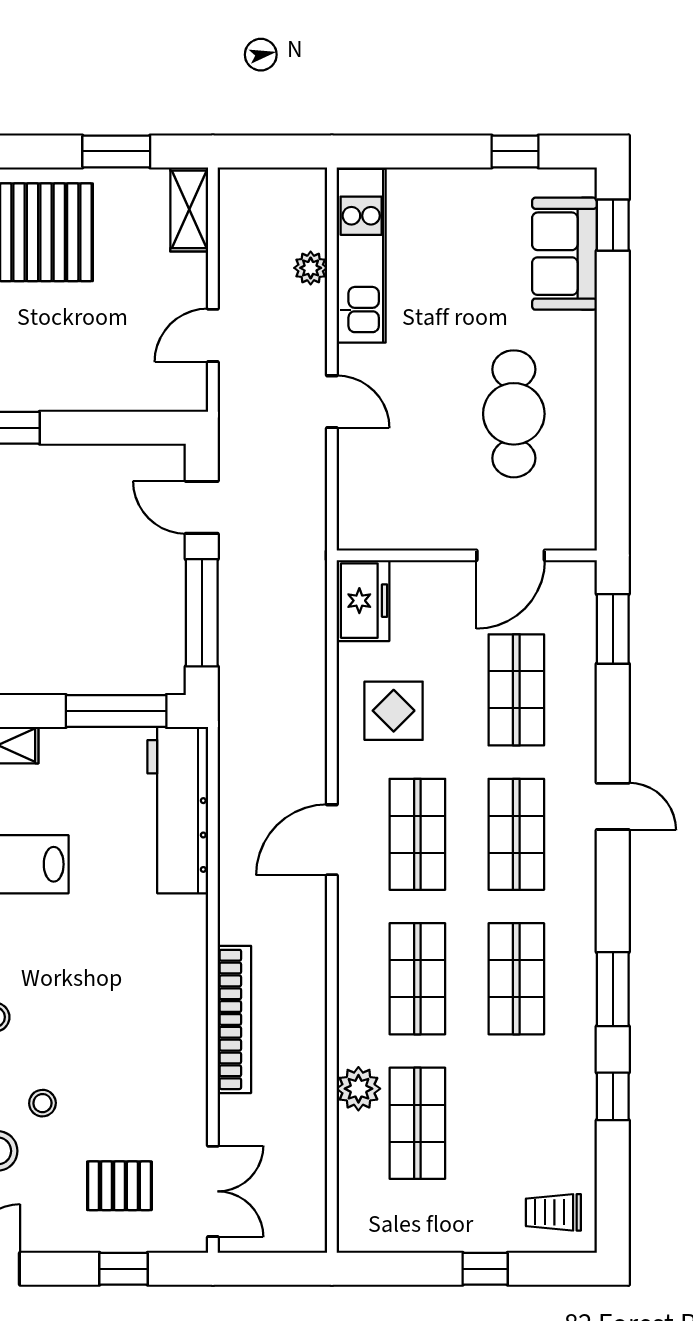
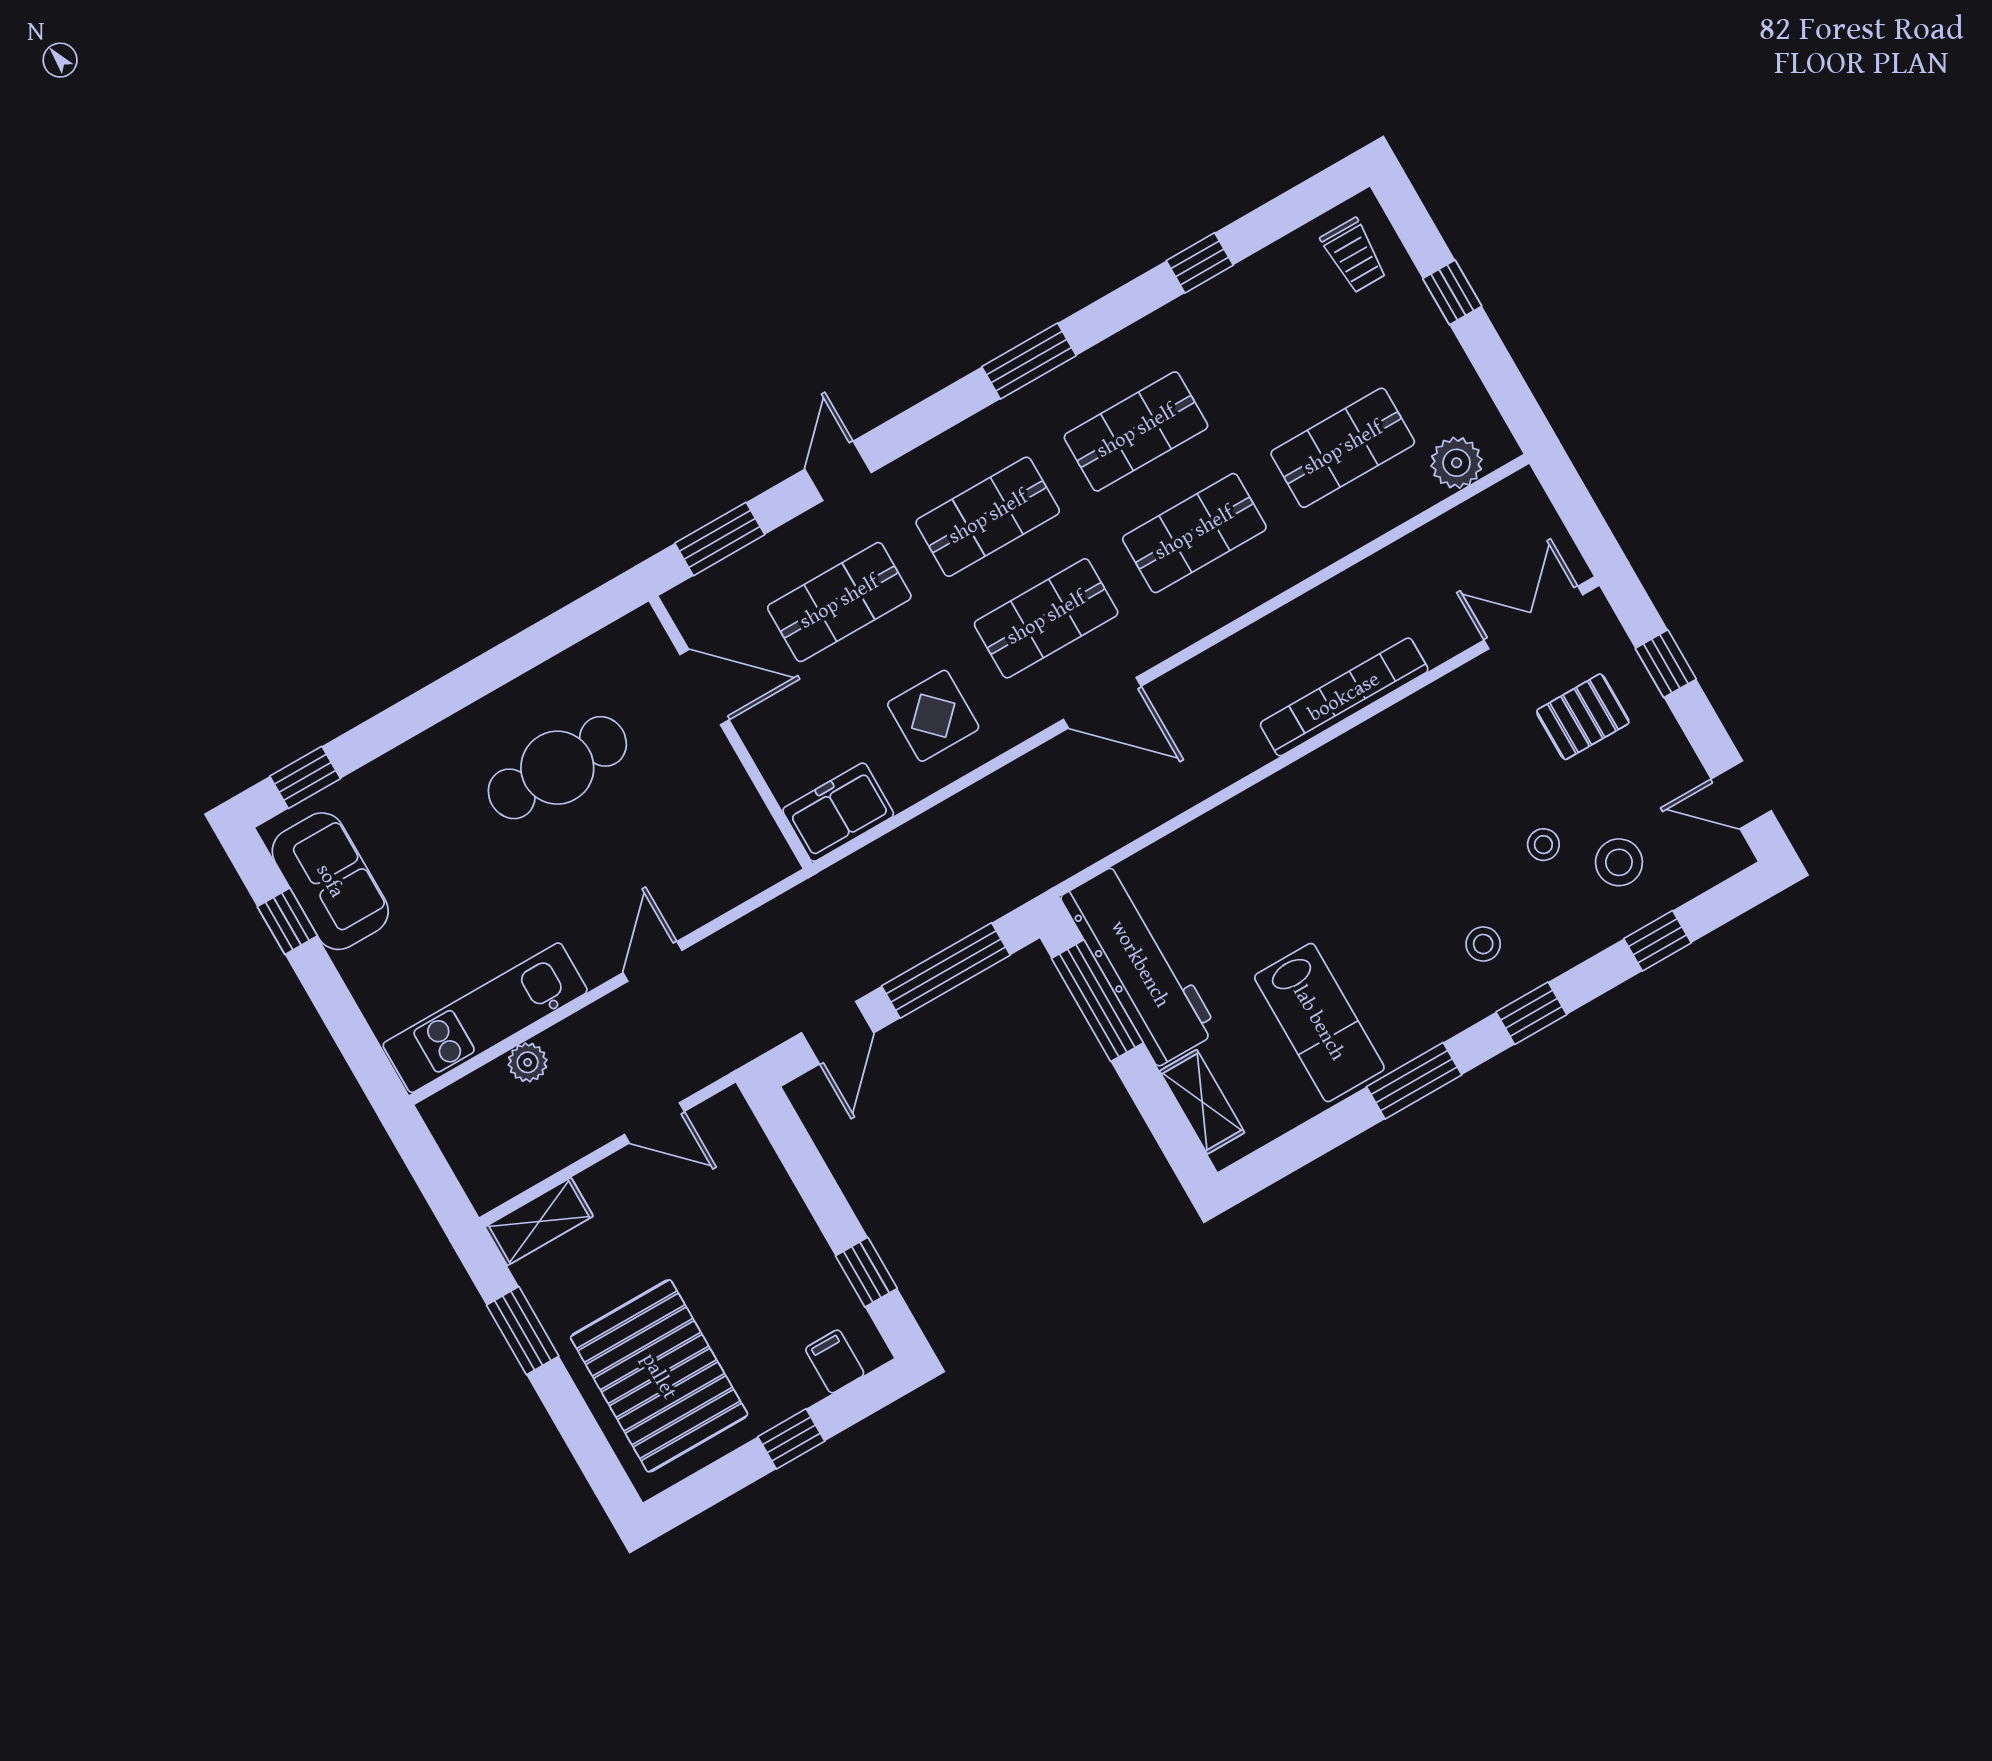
sofa: (565, 254) -> (330, 881), moved, turned -90
door: (613, 806) -> (838, 471), moved
workbench: (178, 810) -> (1140, 964), moved, turned -90
window: (613, 989) -> (1029, 361), moved
plant: (358, 1089) -> (1457, 463), moved
pallet: (119, 1186) -> (1583, 717), turned 90

